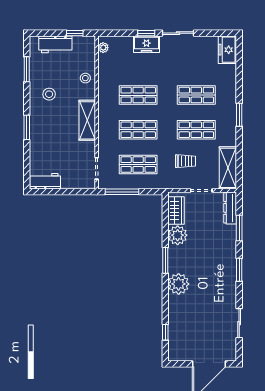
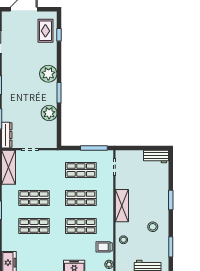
trolley: (185, 161) -> (104, 247), moved
wardrobe: (176, 211) -> (50, 133), removed
rug: (182, 337) -> (45, 31), added

